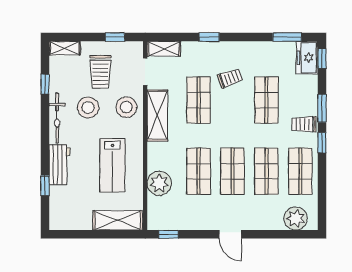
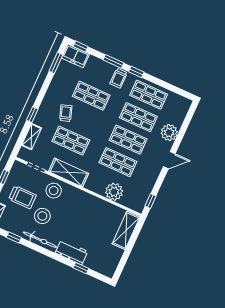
shelving: (164, 49) -> (32, 137), moved
lab bench: (112, 165) -> (88, 217), removed
plant: (296, 219) -> (169, 133), moved

